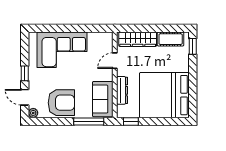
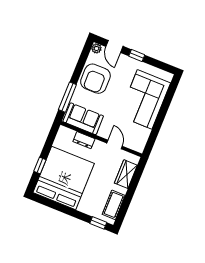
wardrobe: (138, 39) -> (126, 174), width x0.67
dresser: (122, 90) -> (84, 140), width x0.70
door: (25, 97) -> (114, 46), swing flipped
window: (131, 121) -> (40, 165), moved

